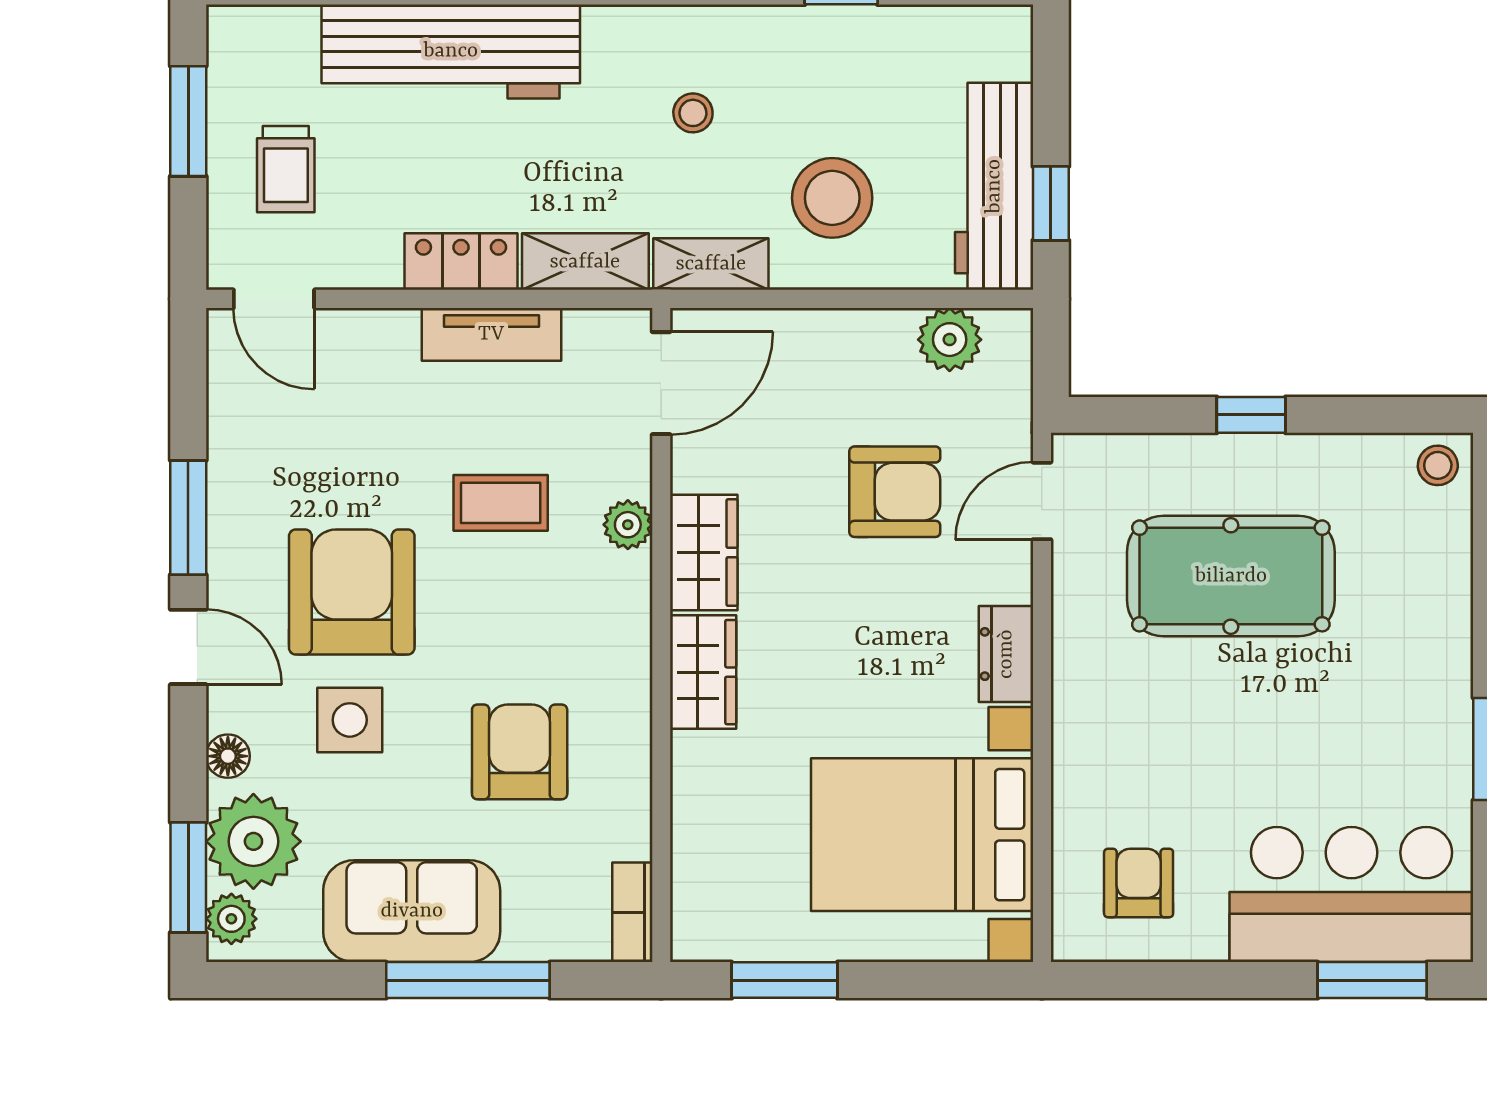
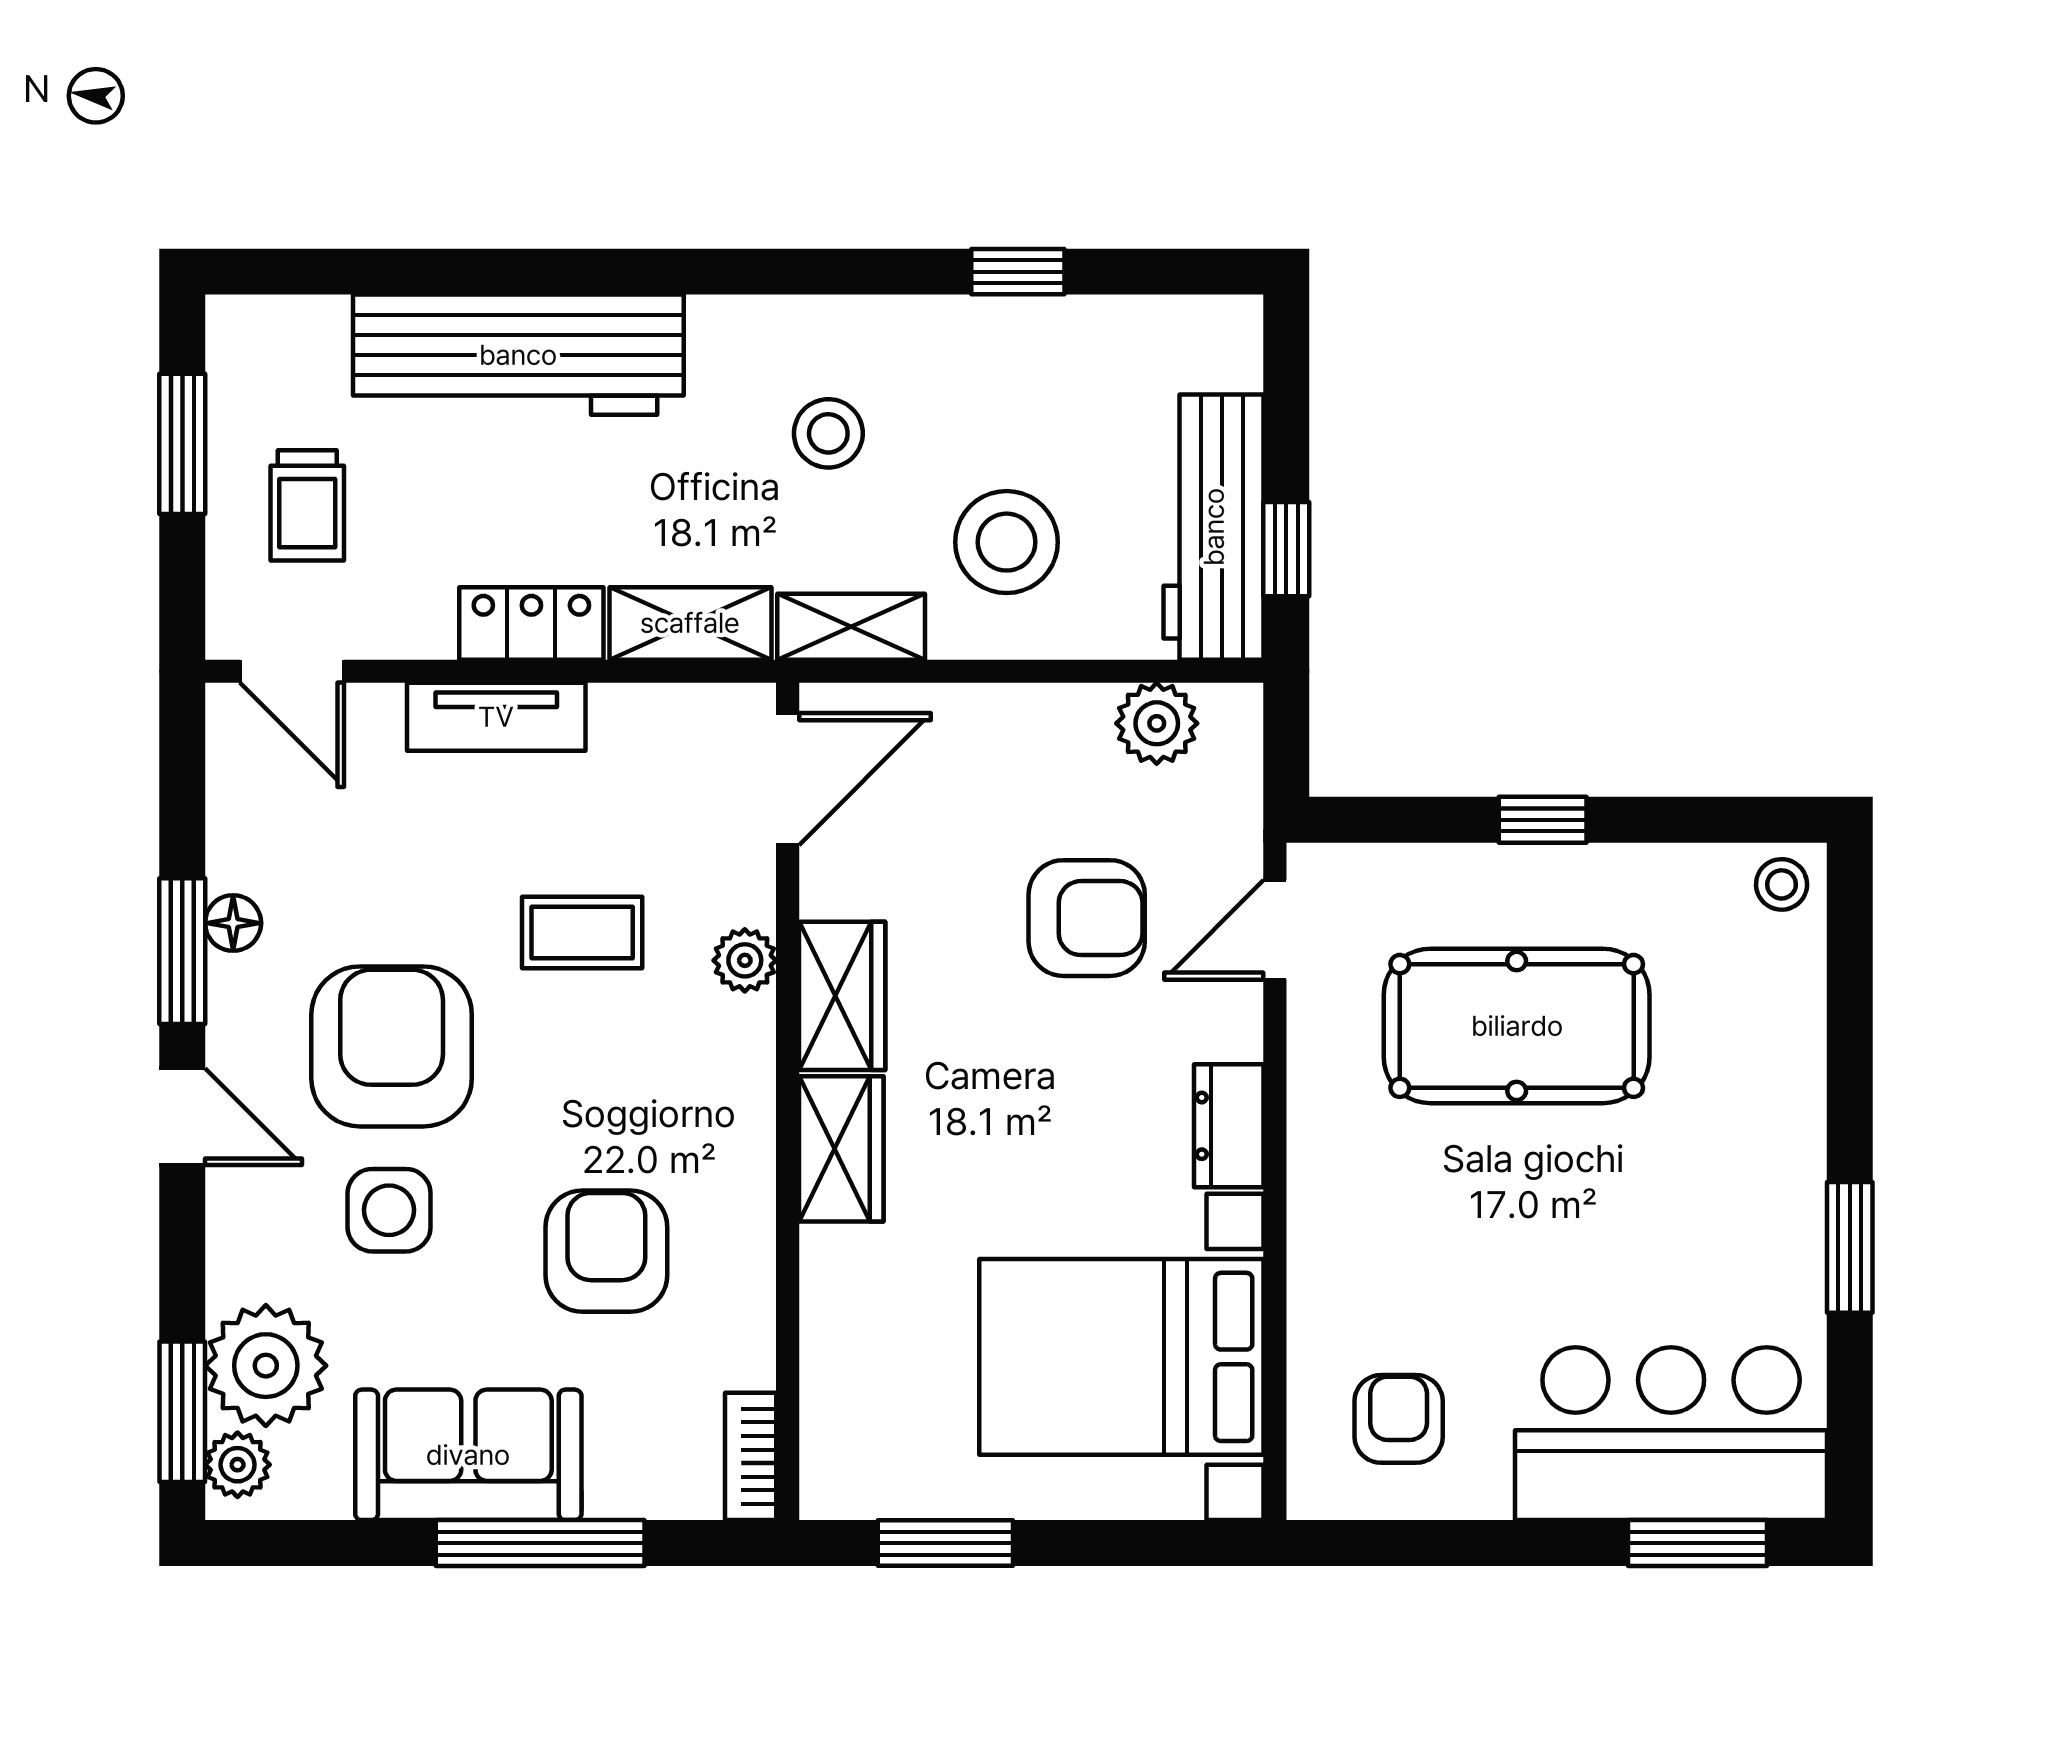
stool: (693, 113) -> (828, 433), width x1.37, depth x1.37
tv unit: (491, 334) -> (496, 717), moved
floor lamp: (228, 756) -> (233, 923), moved

